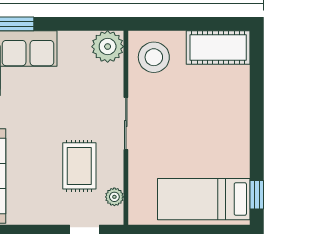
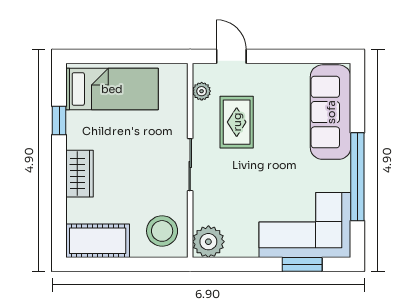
wardrobe: (236, 115) -> (79, 174), added
window: (257, 195) -> (59, 120), moved

